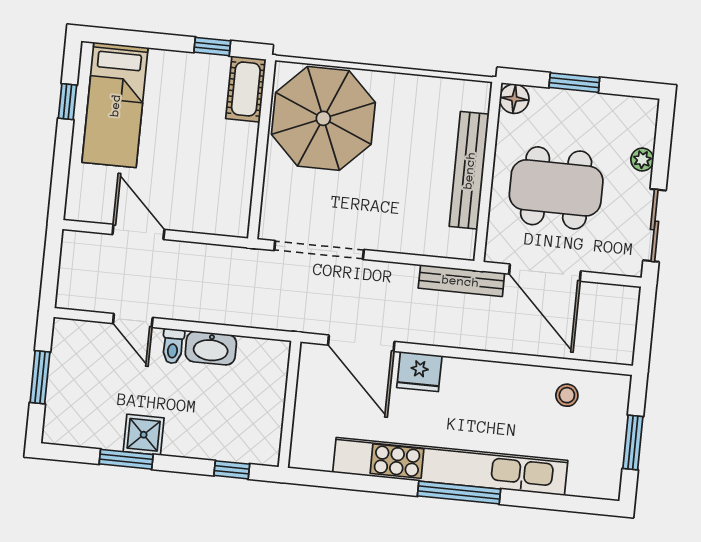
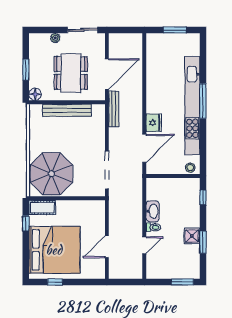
bed: (115, 105) -> (54, 250), width x2.04
window: (40, 377) -> (182, 282), moved
stool: (567, 395) -> (190, 168), moved

